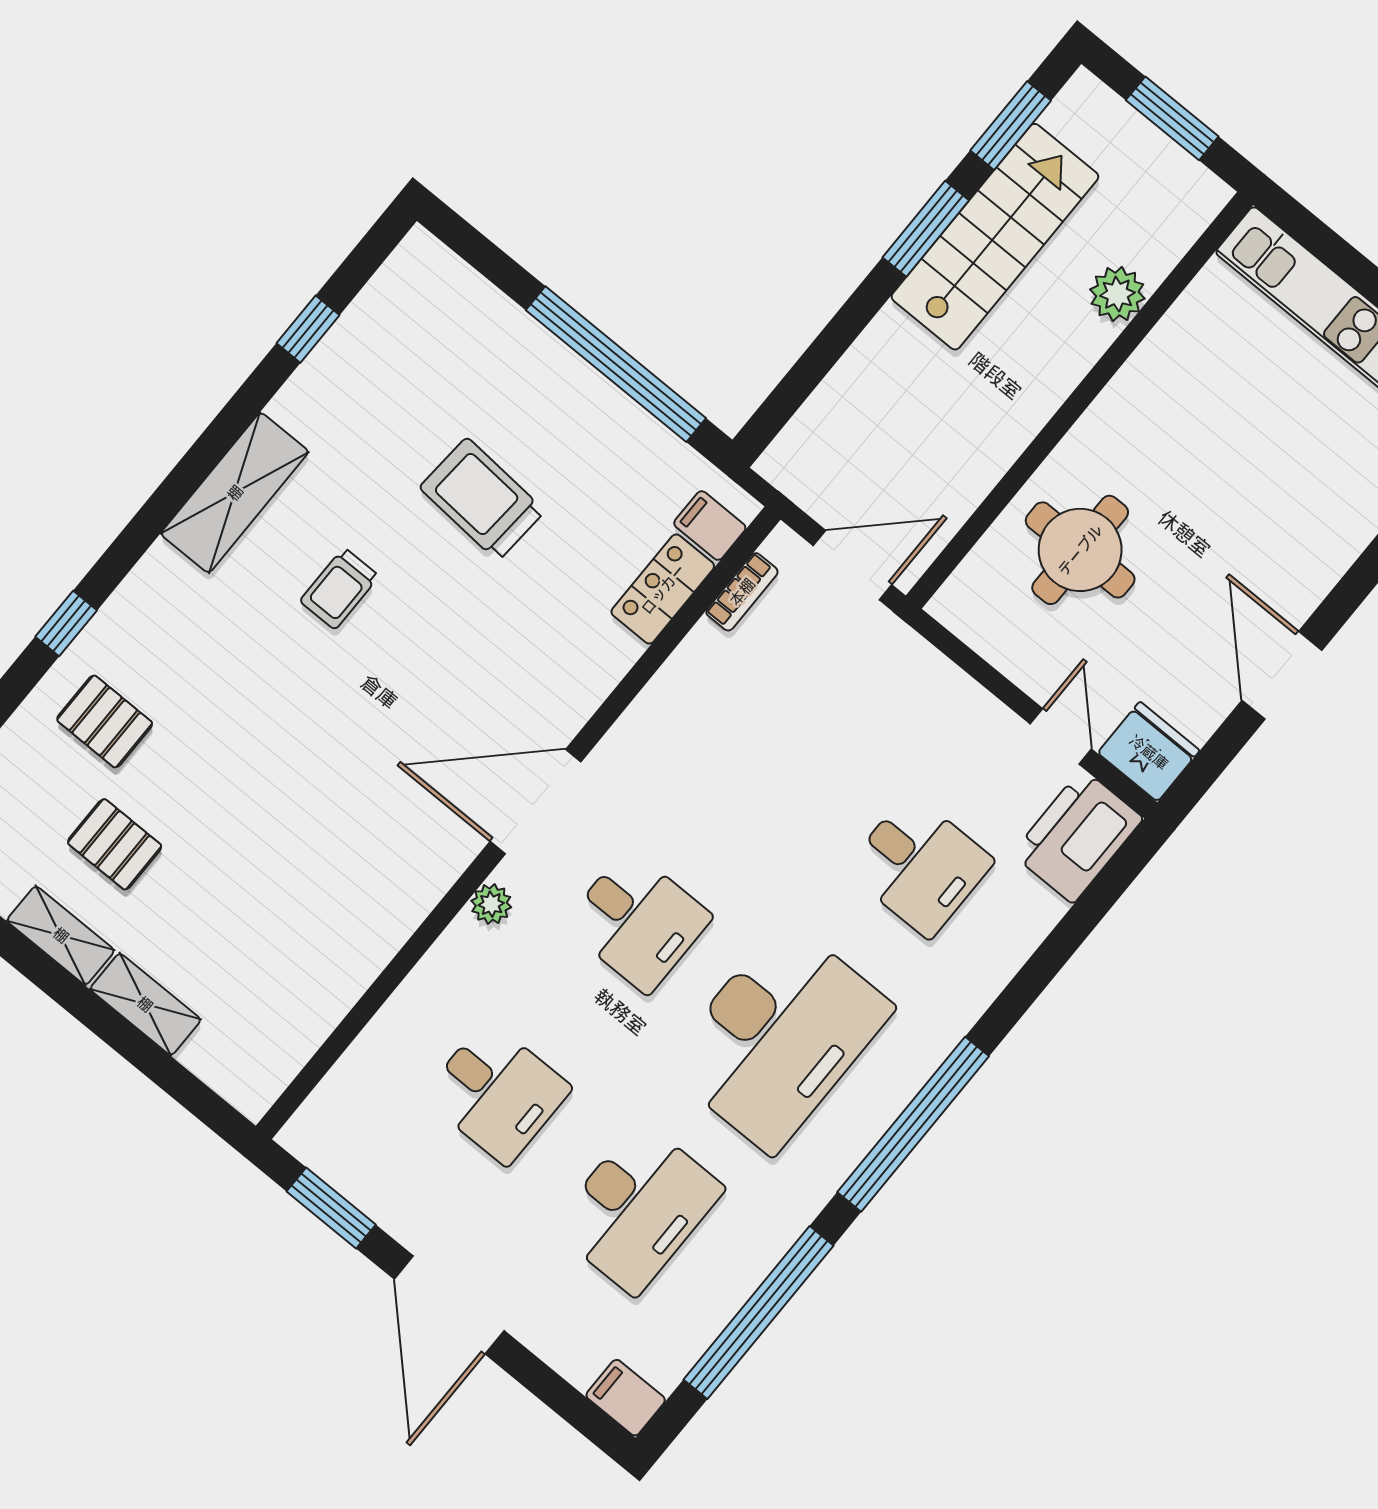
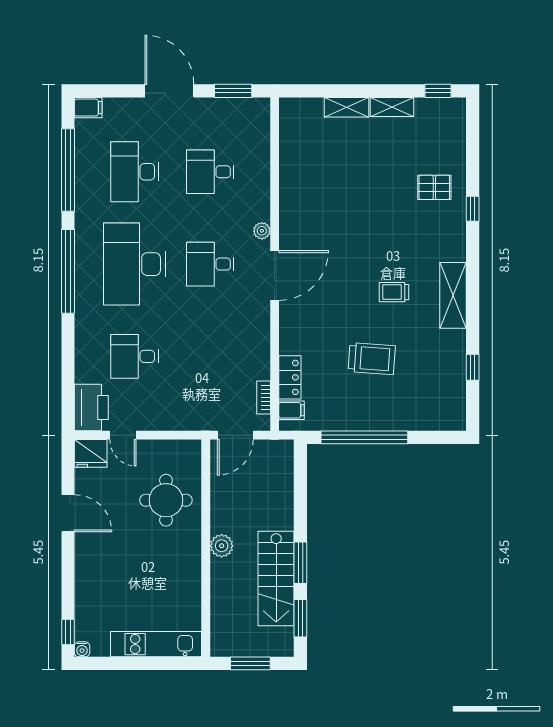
plant: (1117, 294) -> (222, 546), moved
trolley: (339, 589) -> (394, 292), turned -90
pallet: (115, 844) -> (399, 151), removed

